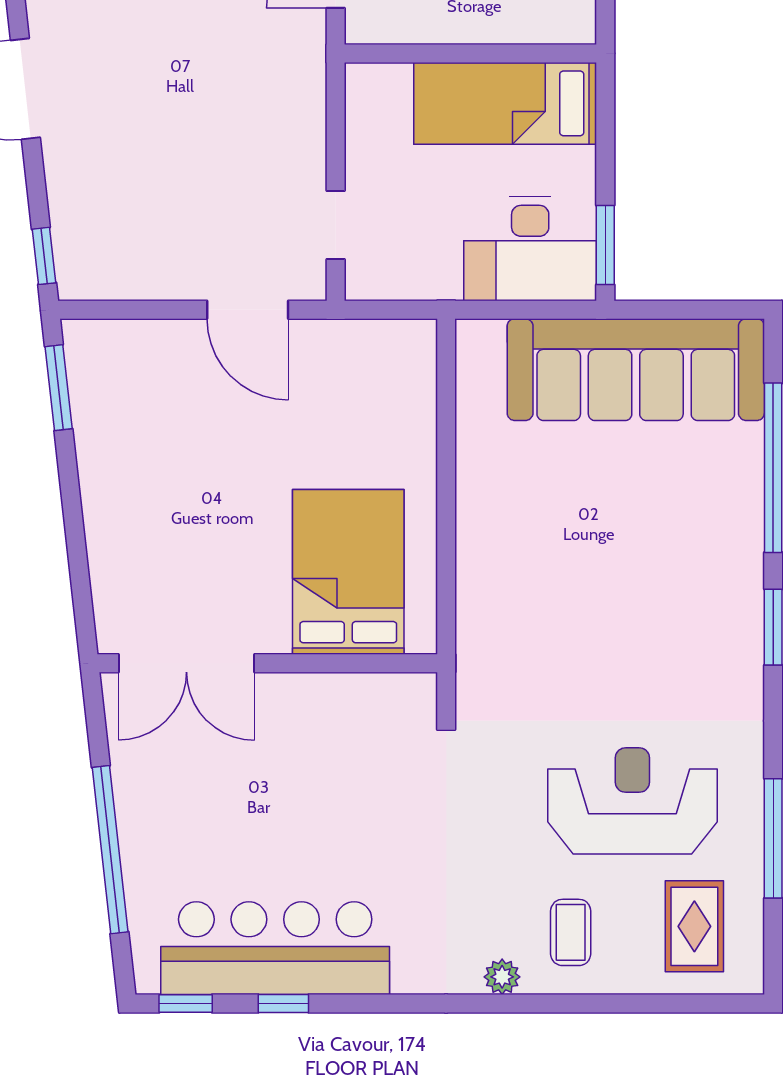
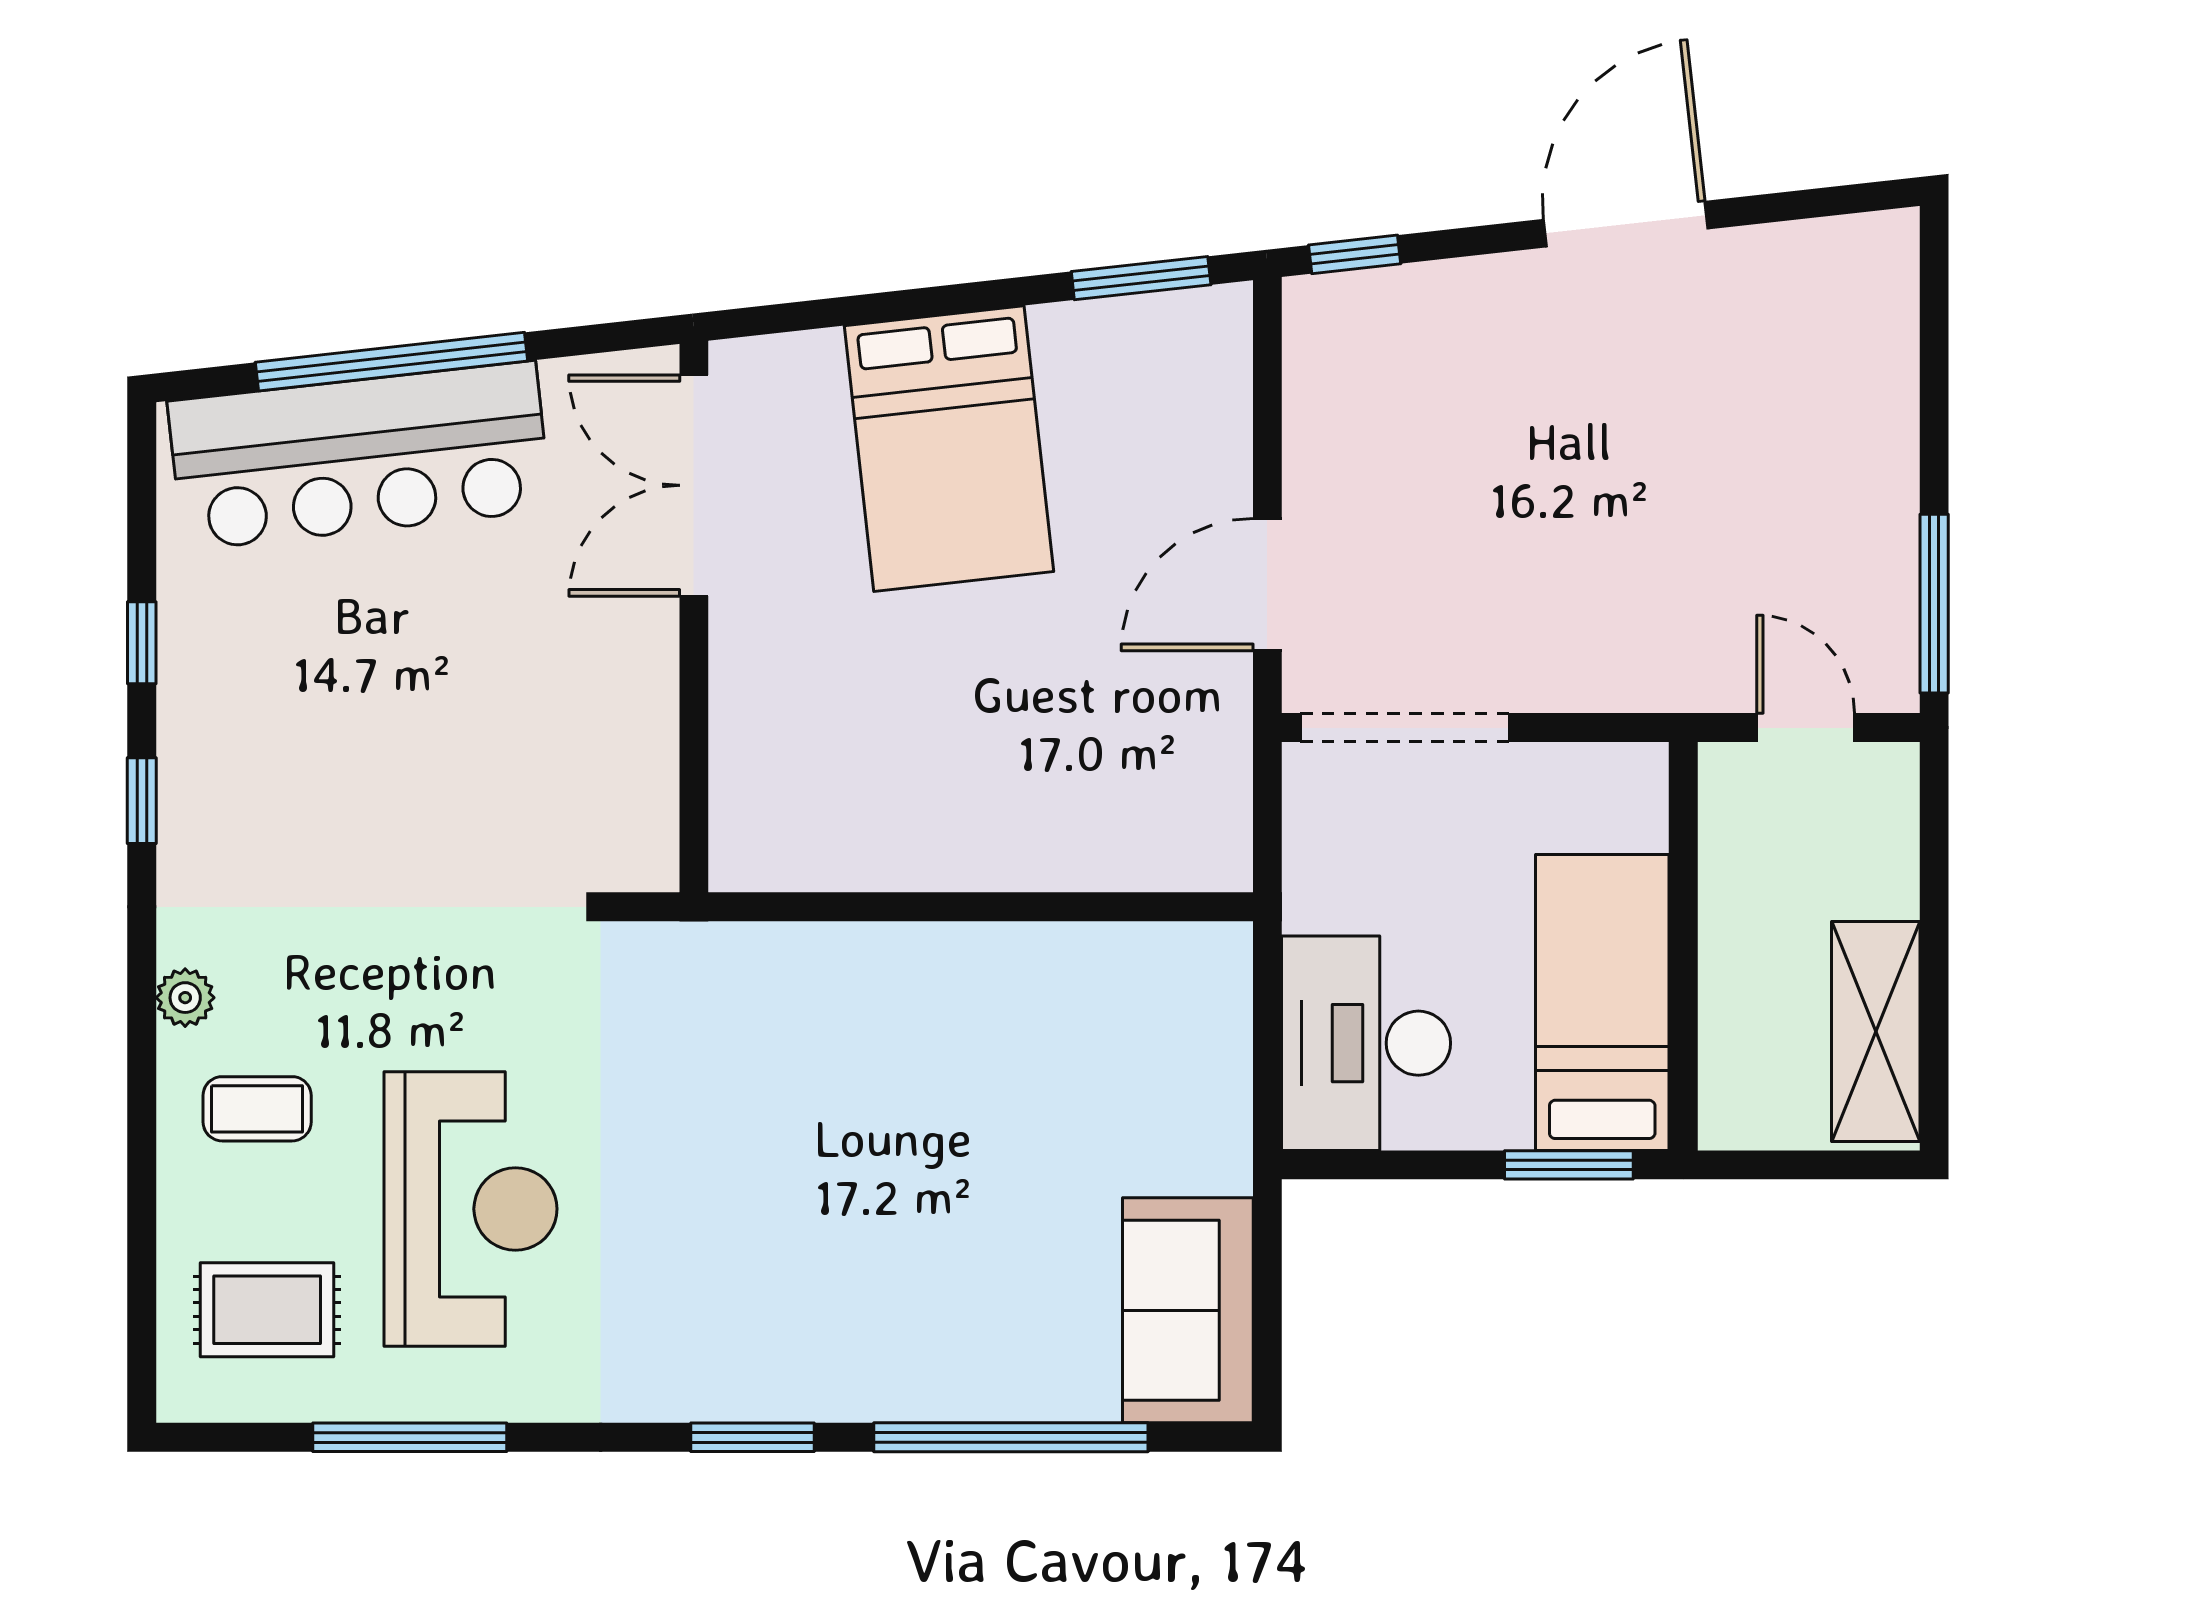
doorway: (336, 225) -> (1405, 728), width x1.88
window: (605, 245) -> (1569, 1165), moved
sofa: (636, 370) -> (1188, 1310), width x0.54, depth x0.79
bed: (348, 572) -> (949, 449), moved, turned 84
bar counter: (275, 948) -> (359, 456), moved, turned 84
window: (186, 1004) -> (142, 801), moved

